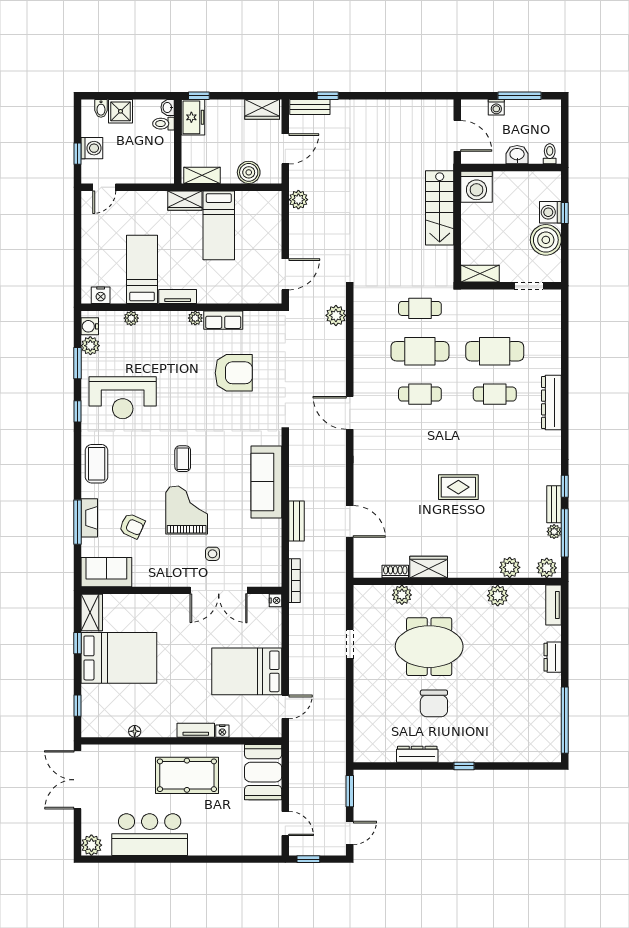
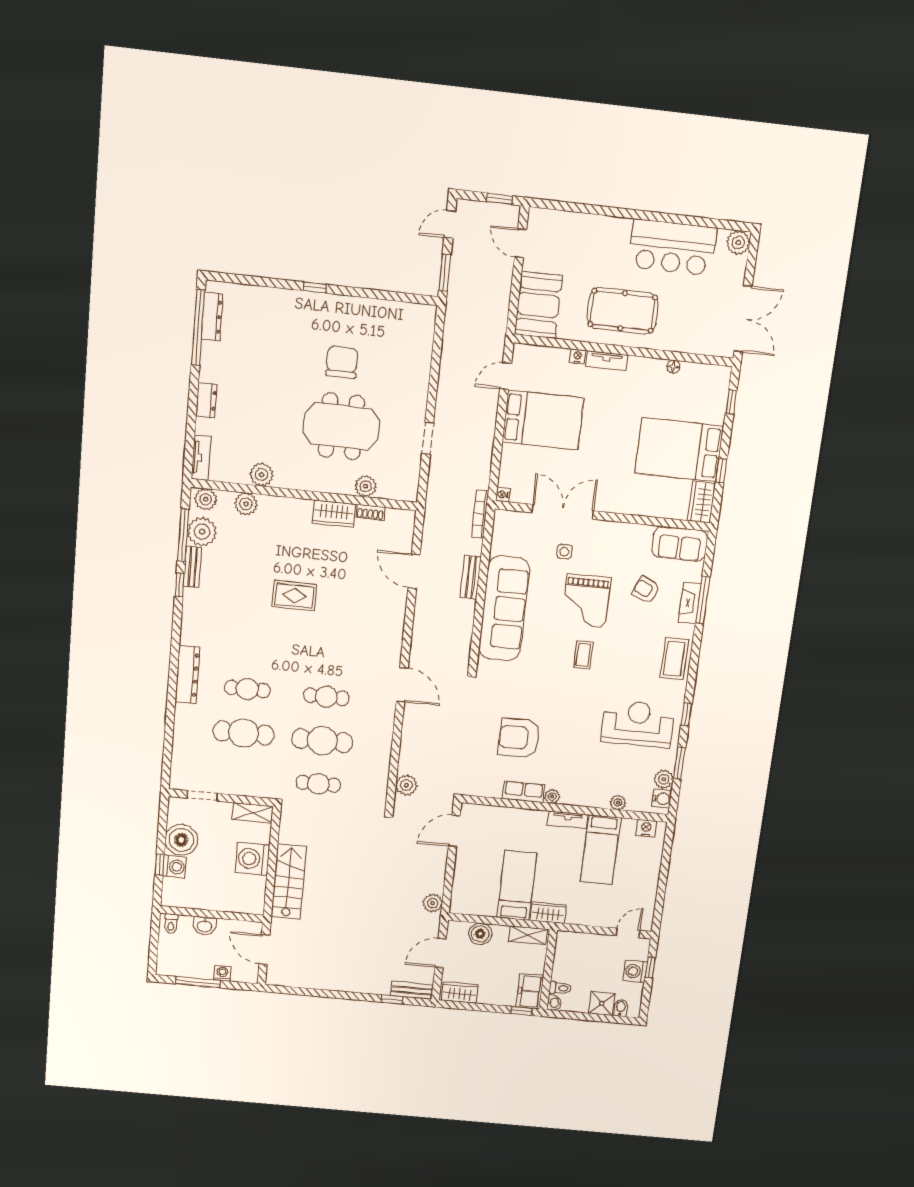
washing machine: (476, 187) -> (252, 859), moved, turned -90
sofa: (266, 482) -> (504, 609), width x1.36, depth x1.27
plant: (554, 532) -> (202, 532), width x1.88, depth x1.88
dresser: (417, 754) -> (212, 316), moved, turned -90

